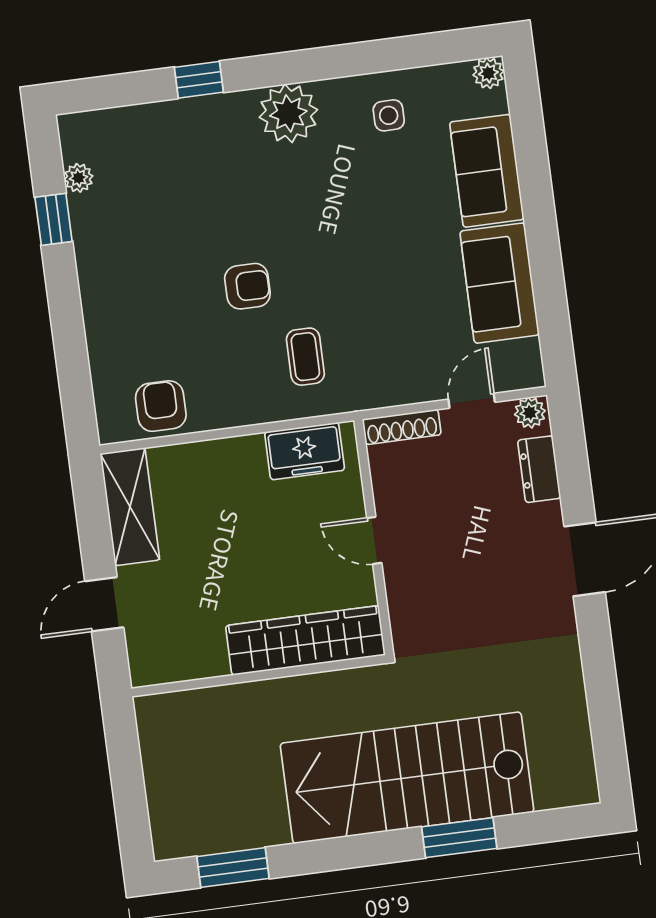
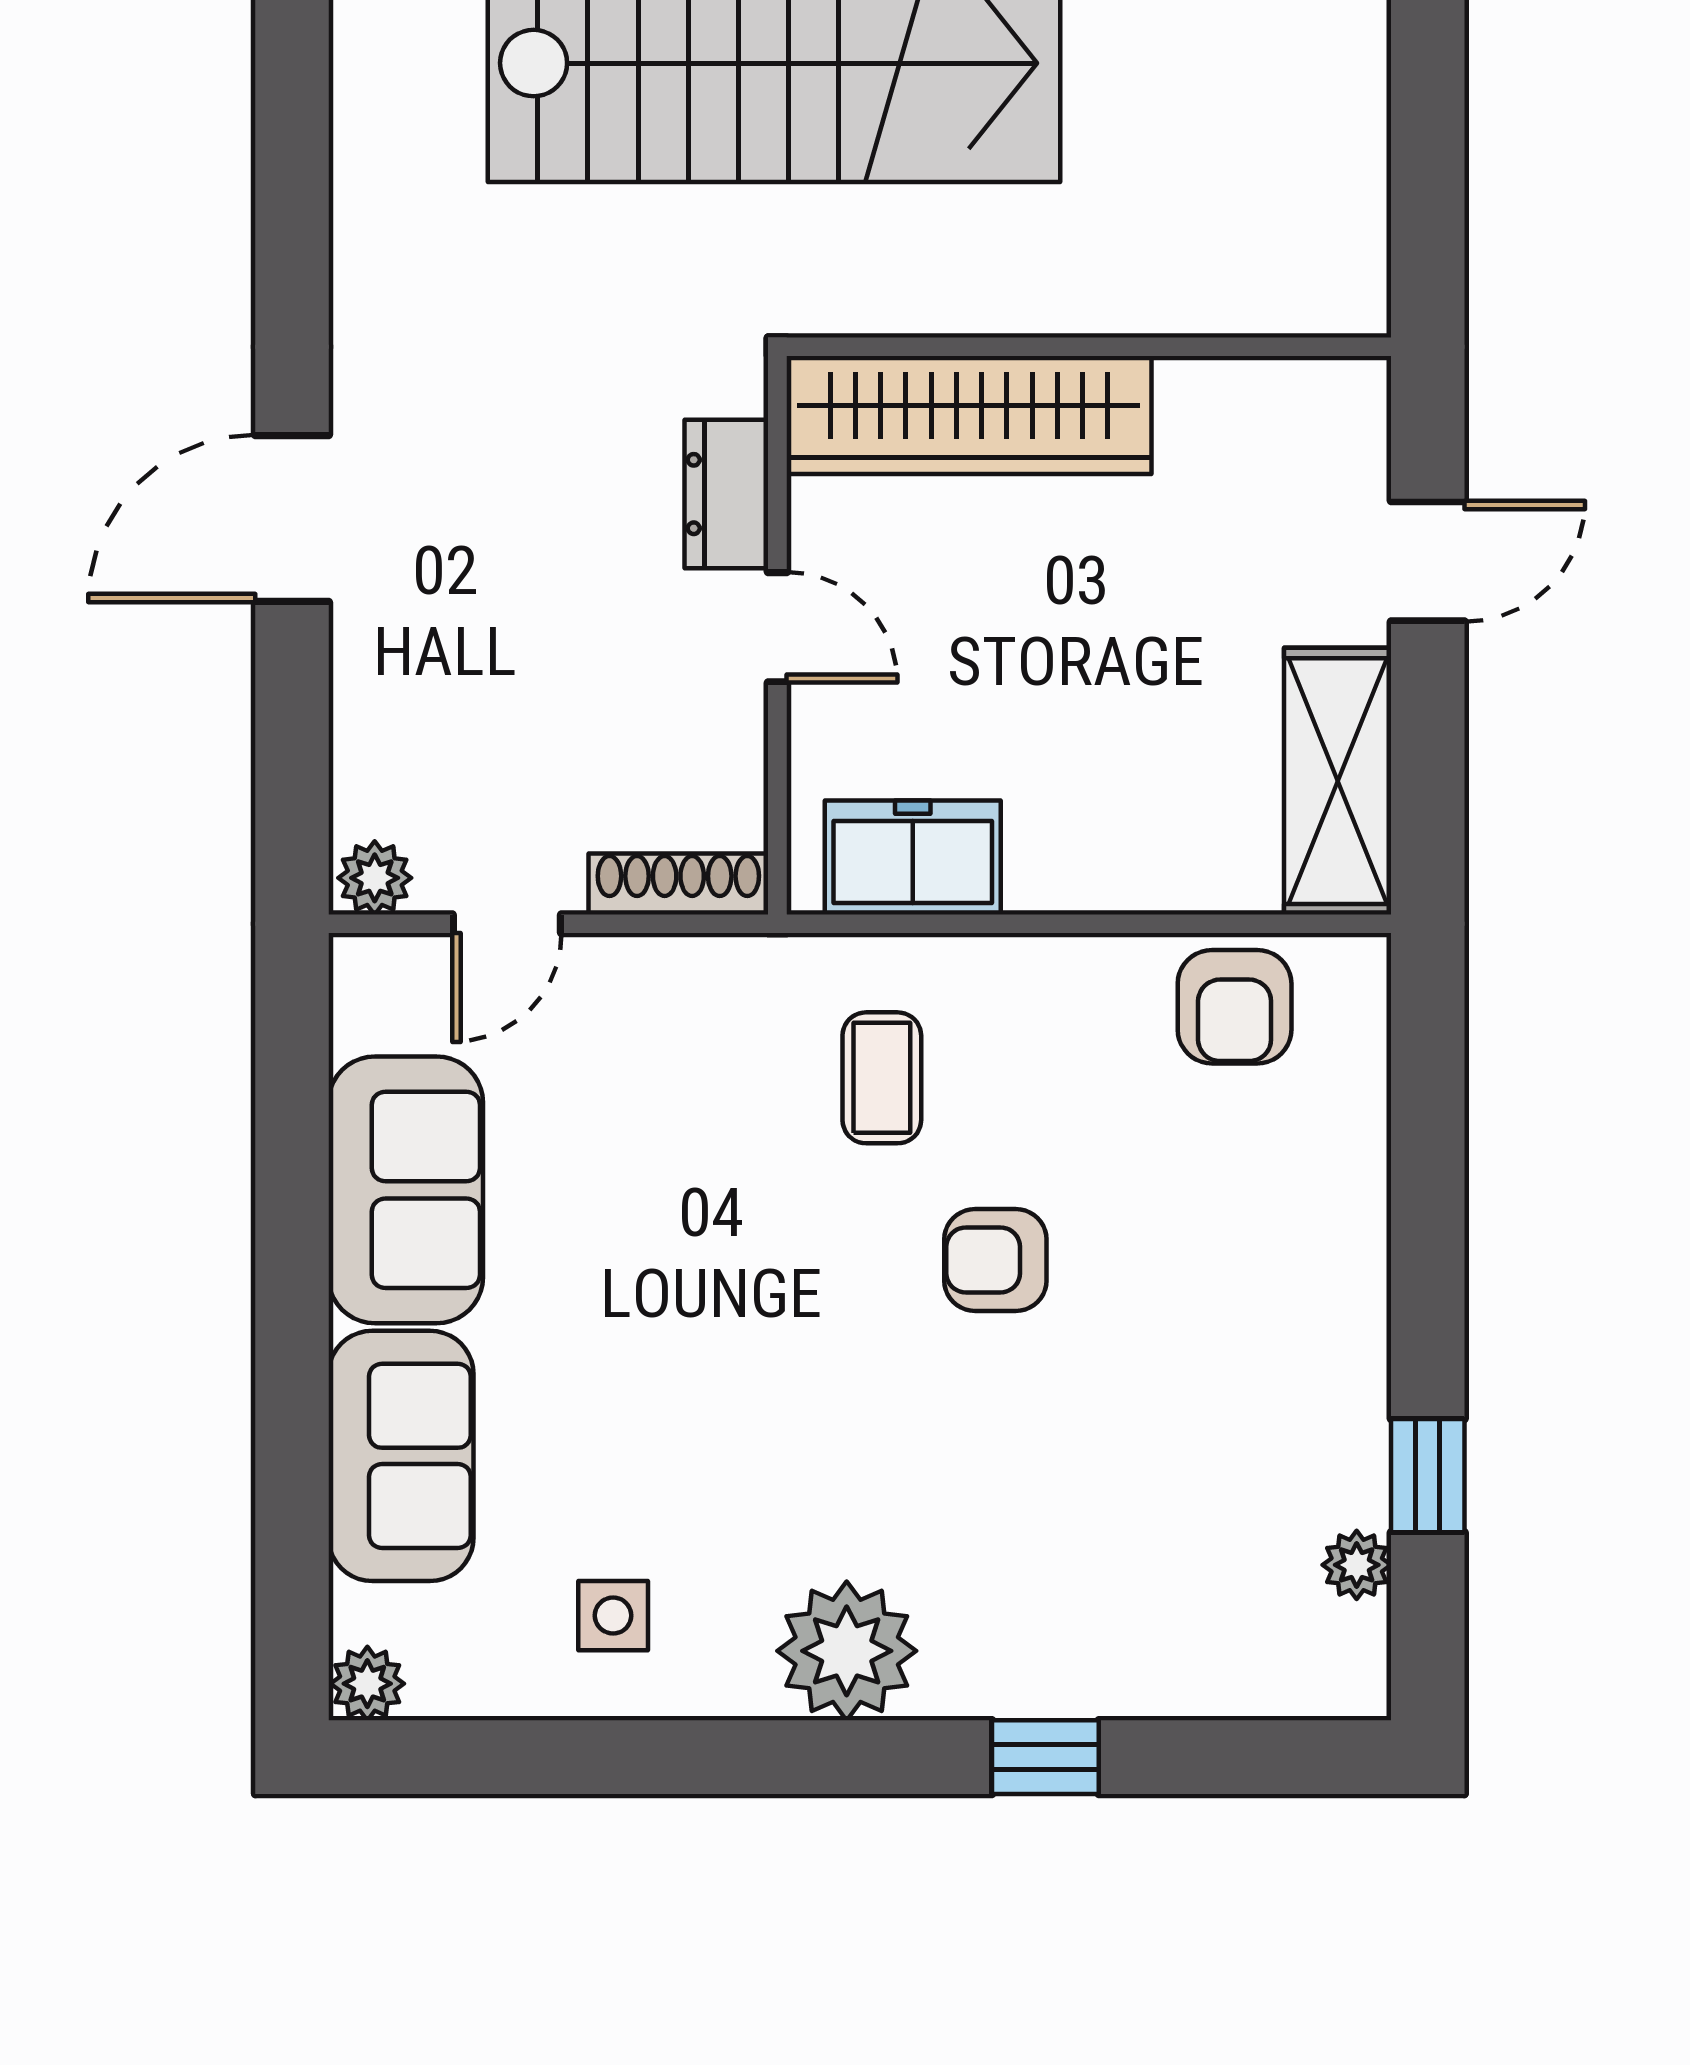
dresser: (539, 469) -> (726, 494), moved, turned 180

